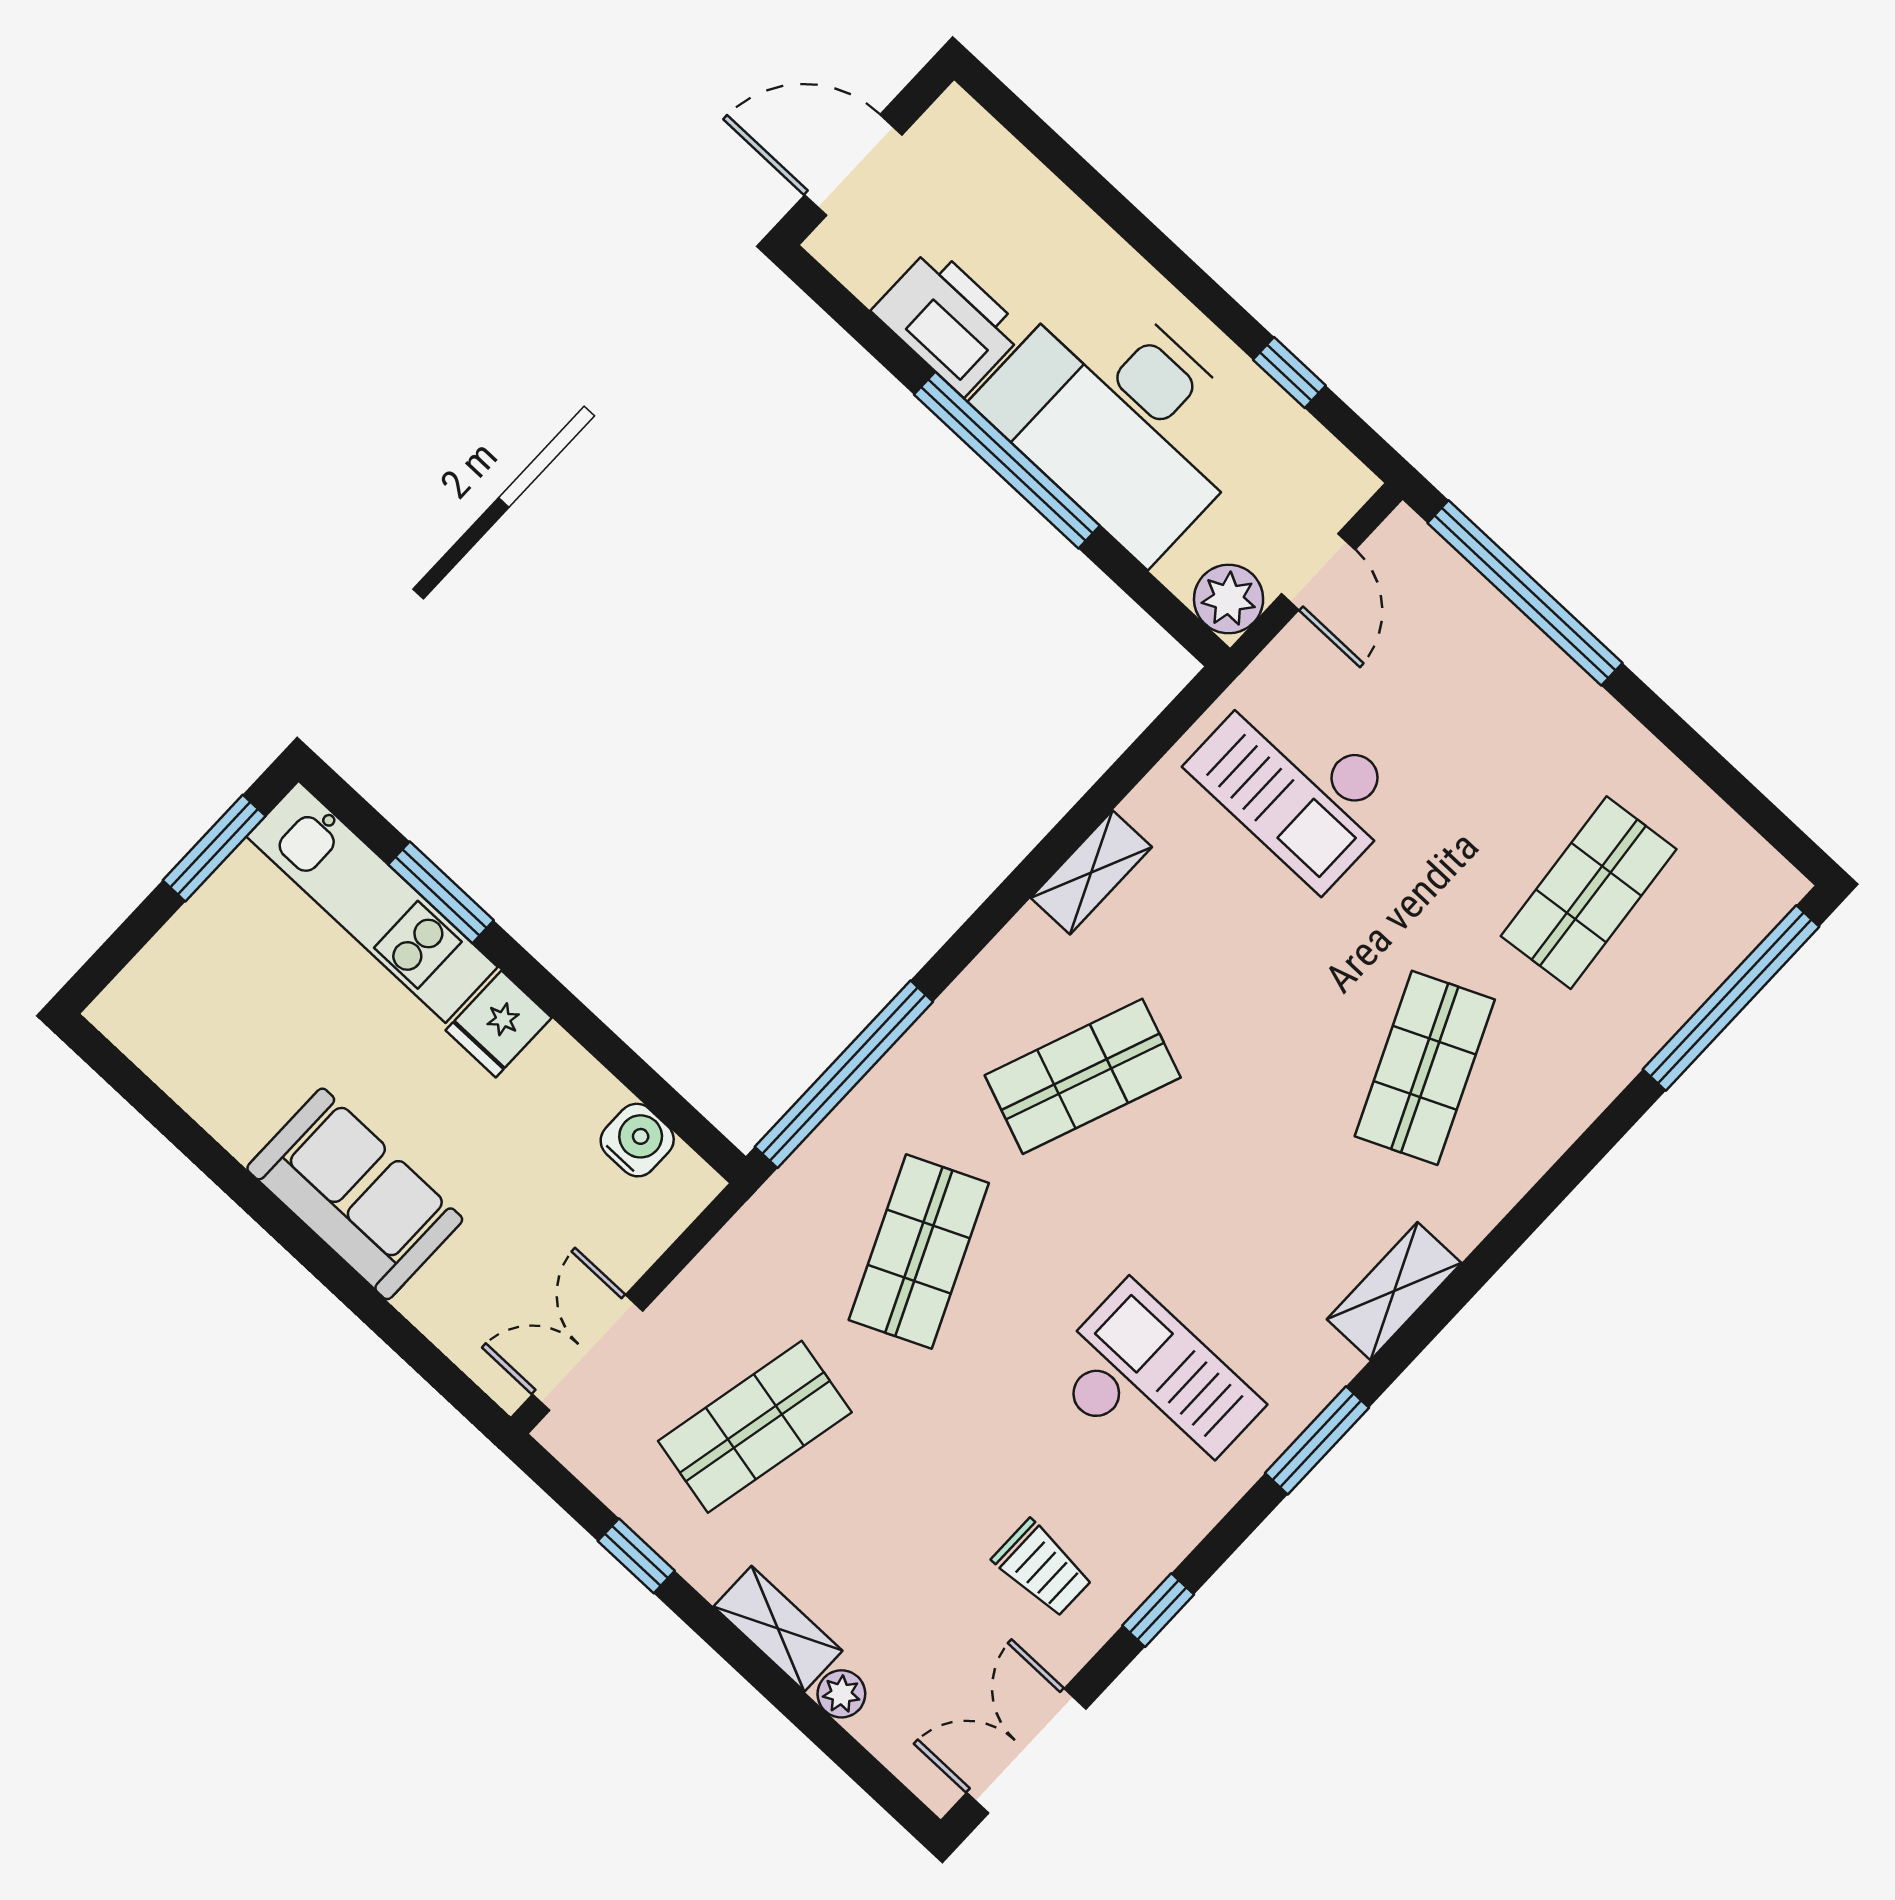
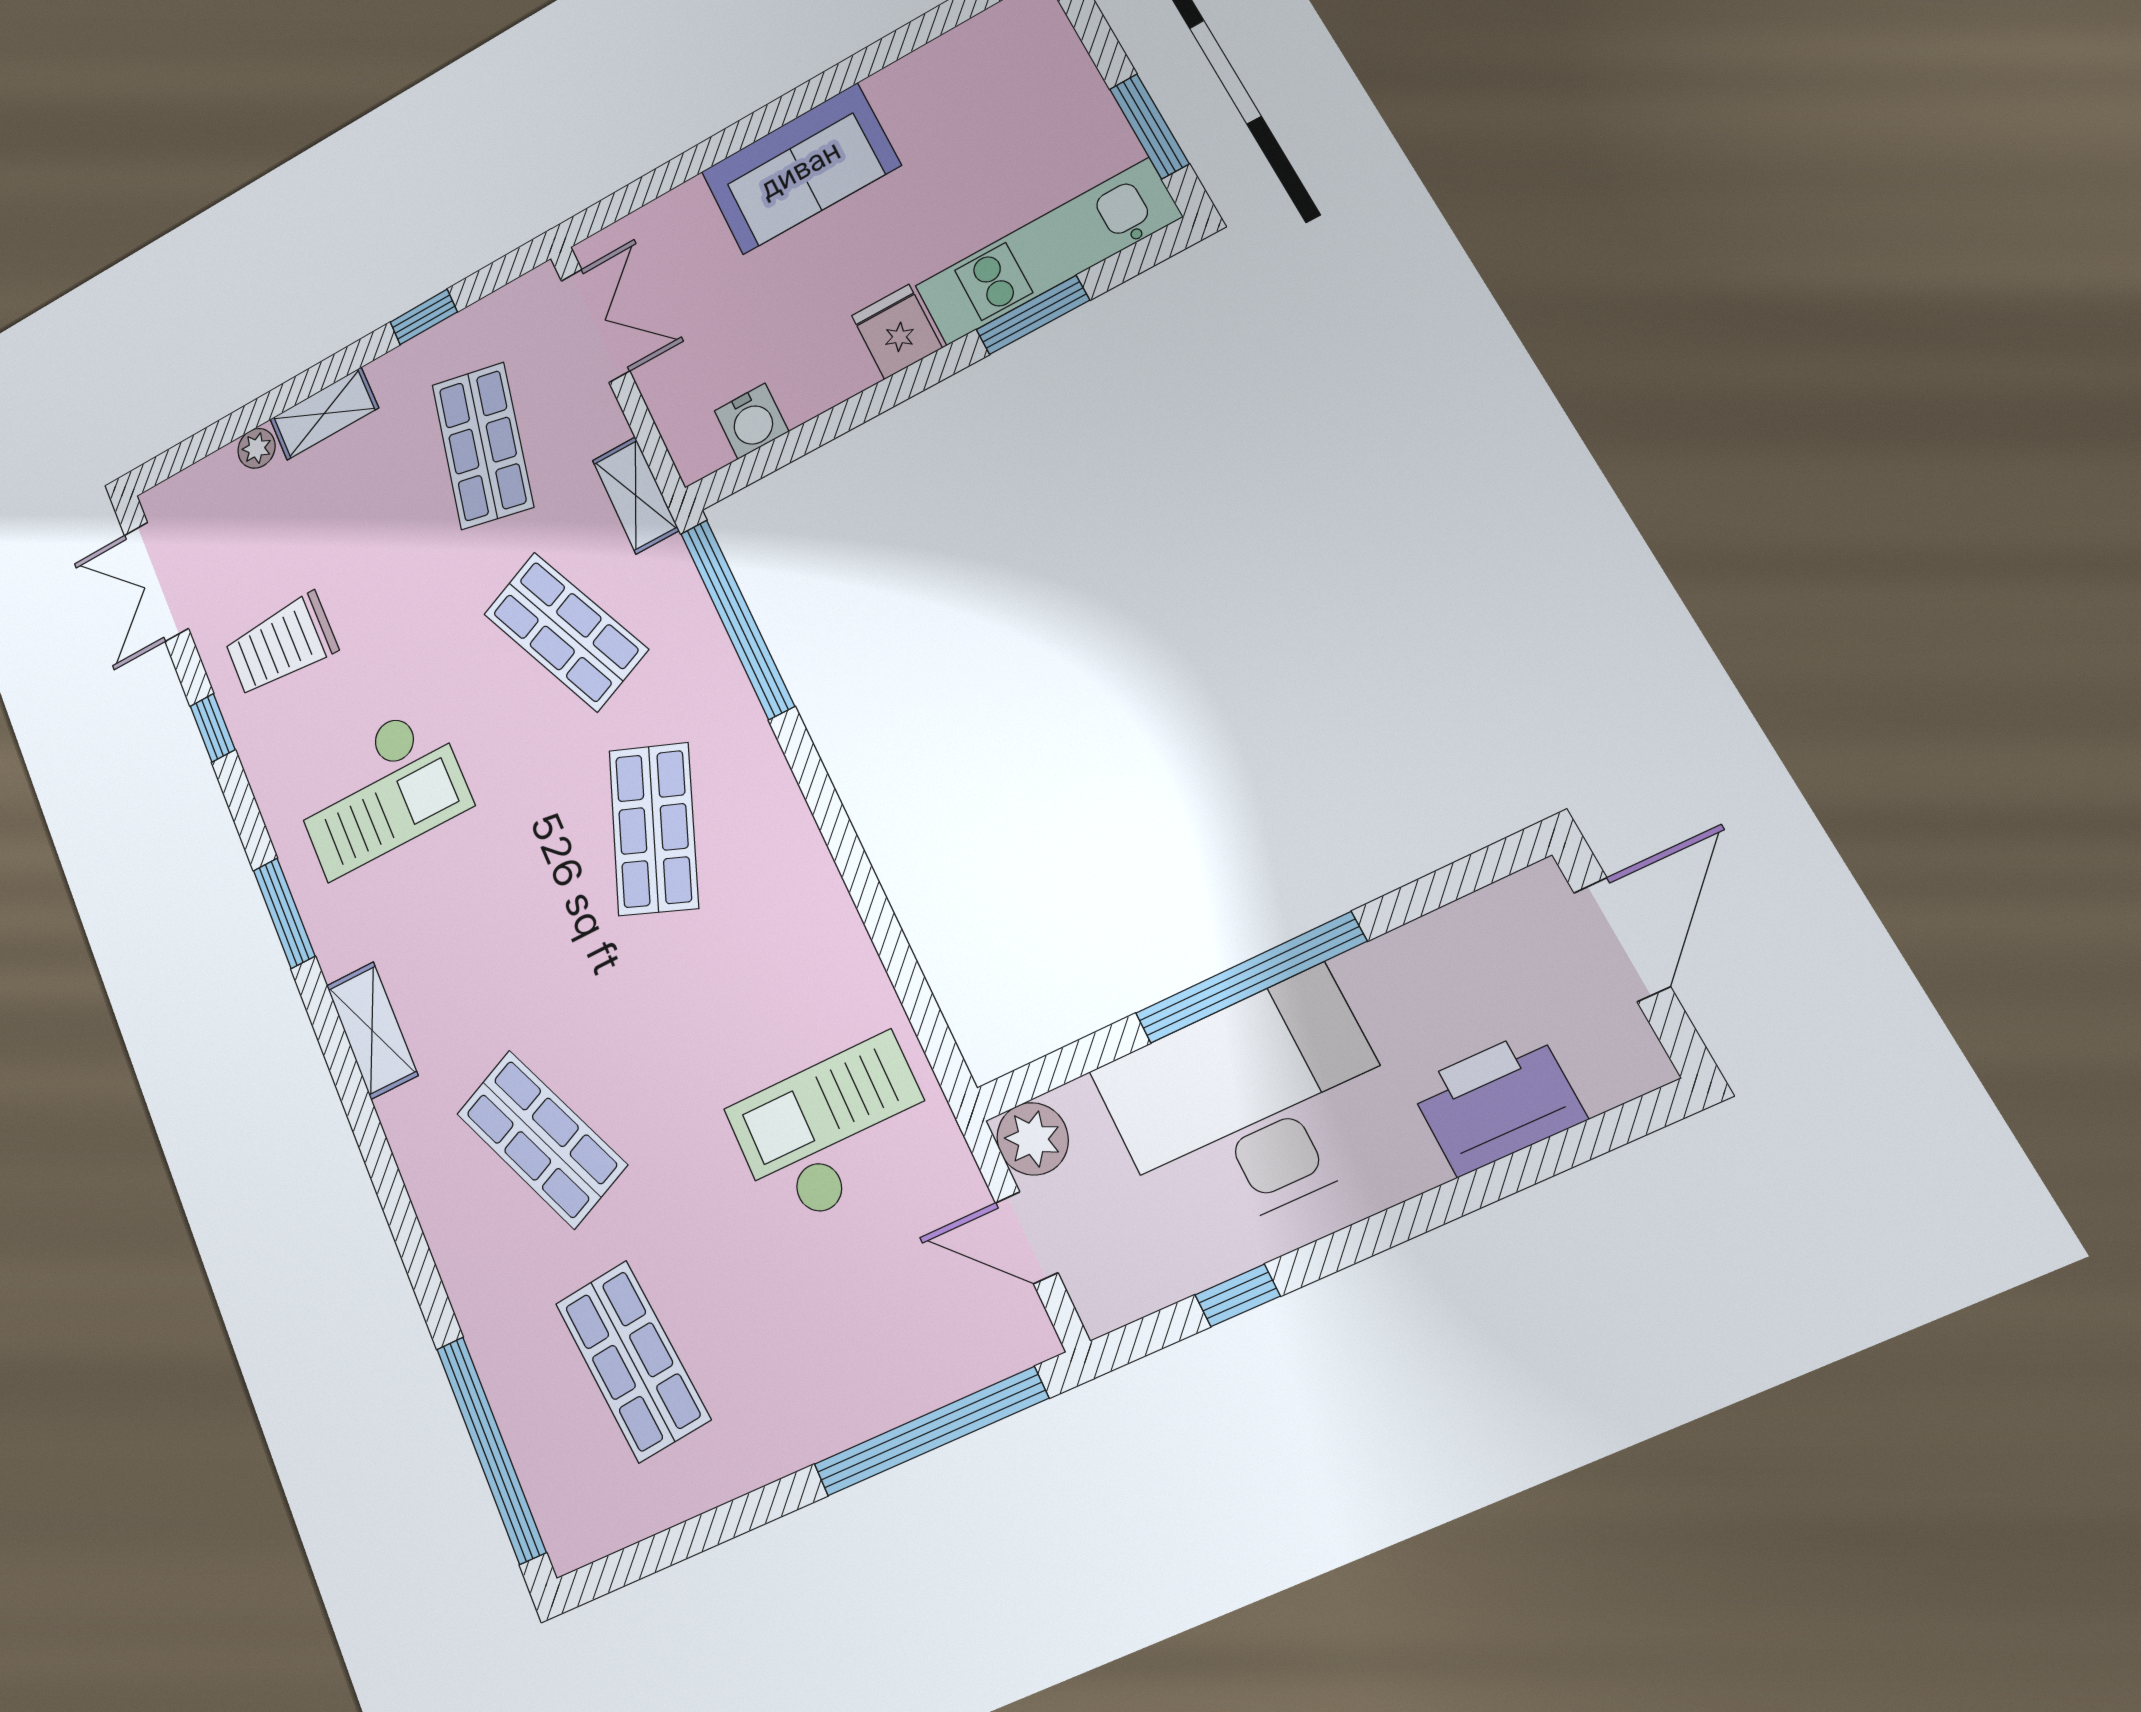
printer: (948, 321) -> (1497, 1102), moved, turned 180
shelving: (1091, 872) -> (636, 495), moved
trolley: (1042, 1568) -> (281, 645), width x1.36, depth x1.39
double door: (1026, 1751) -> (156, 582), swing flipped

